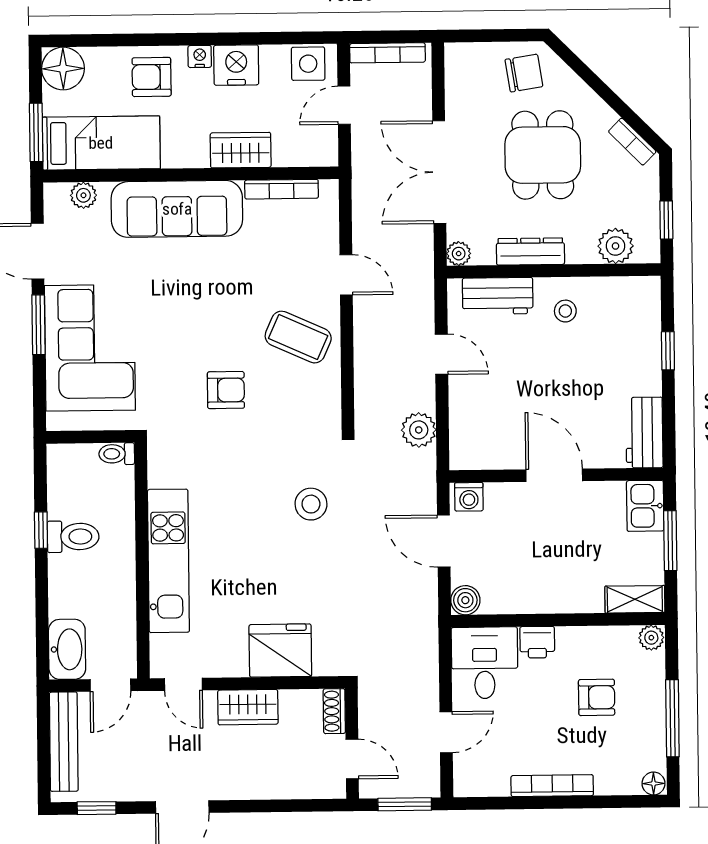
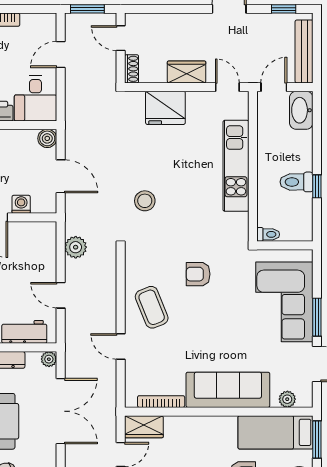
wardrobe: (241, 150) -> (144, 427), moved
coffee table: (298, 337) -> (152, 307), turned 44
washing machine: (469, 497) -> (21, 204), moved

